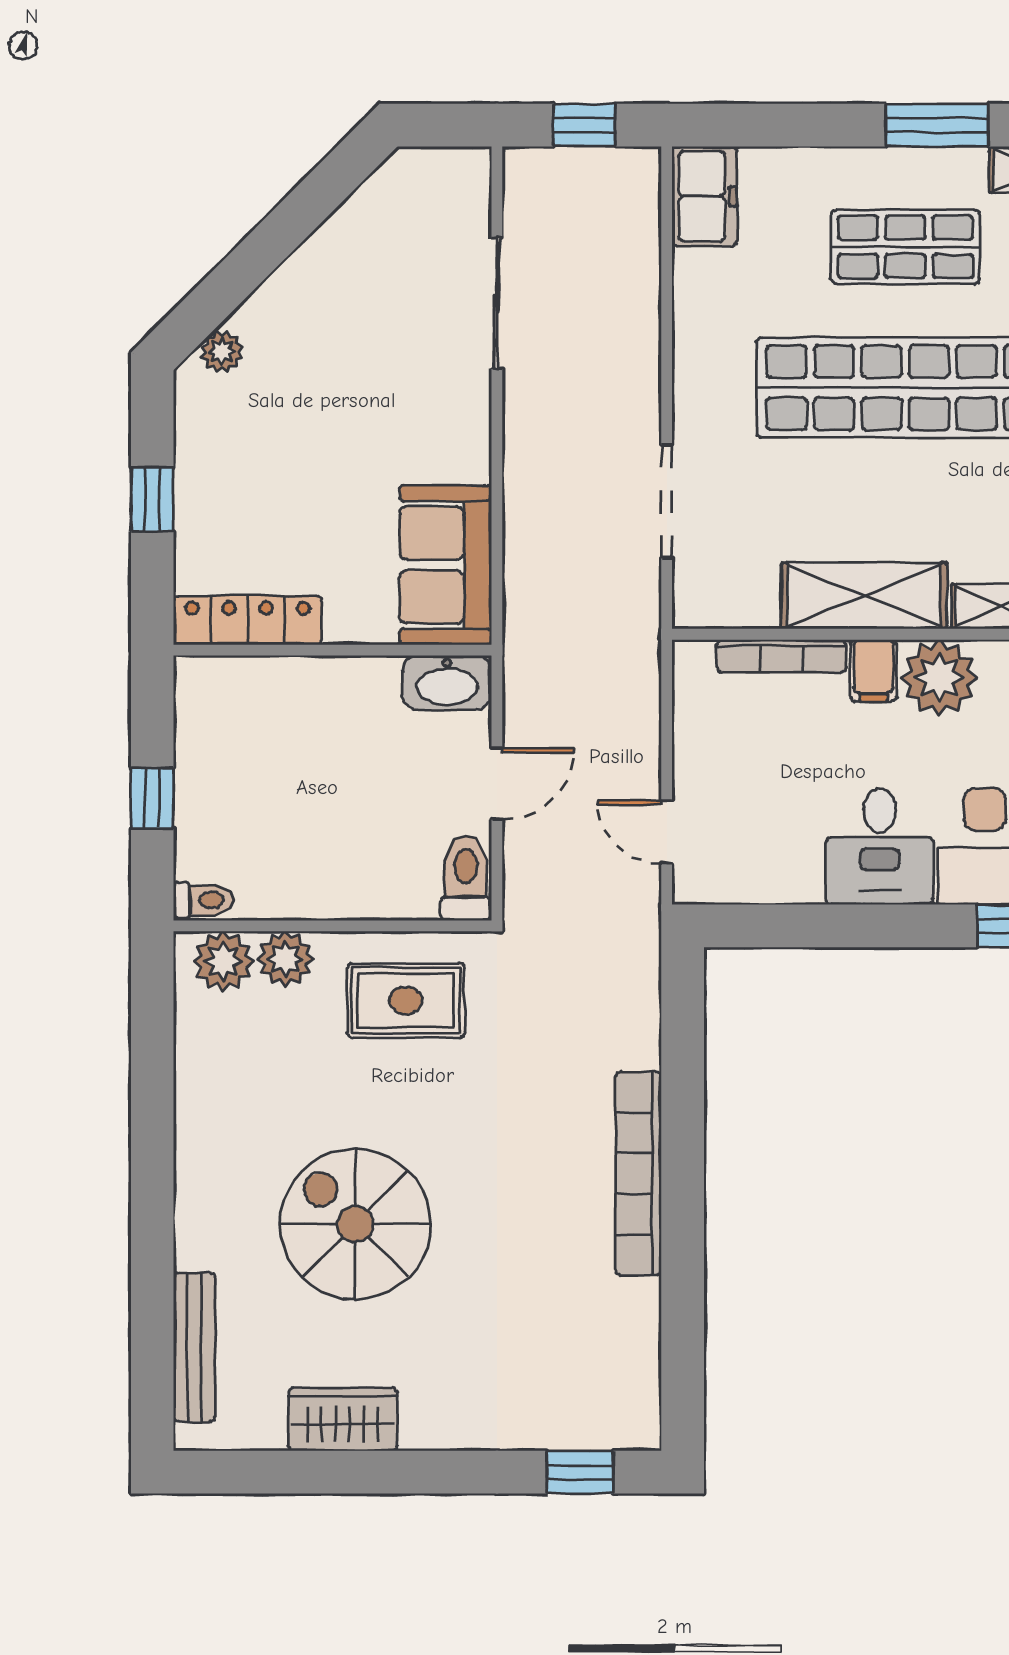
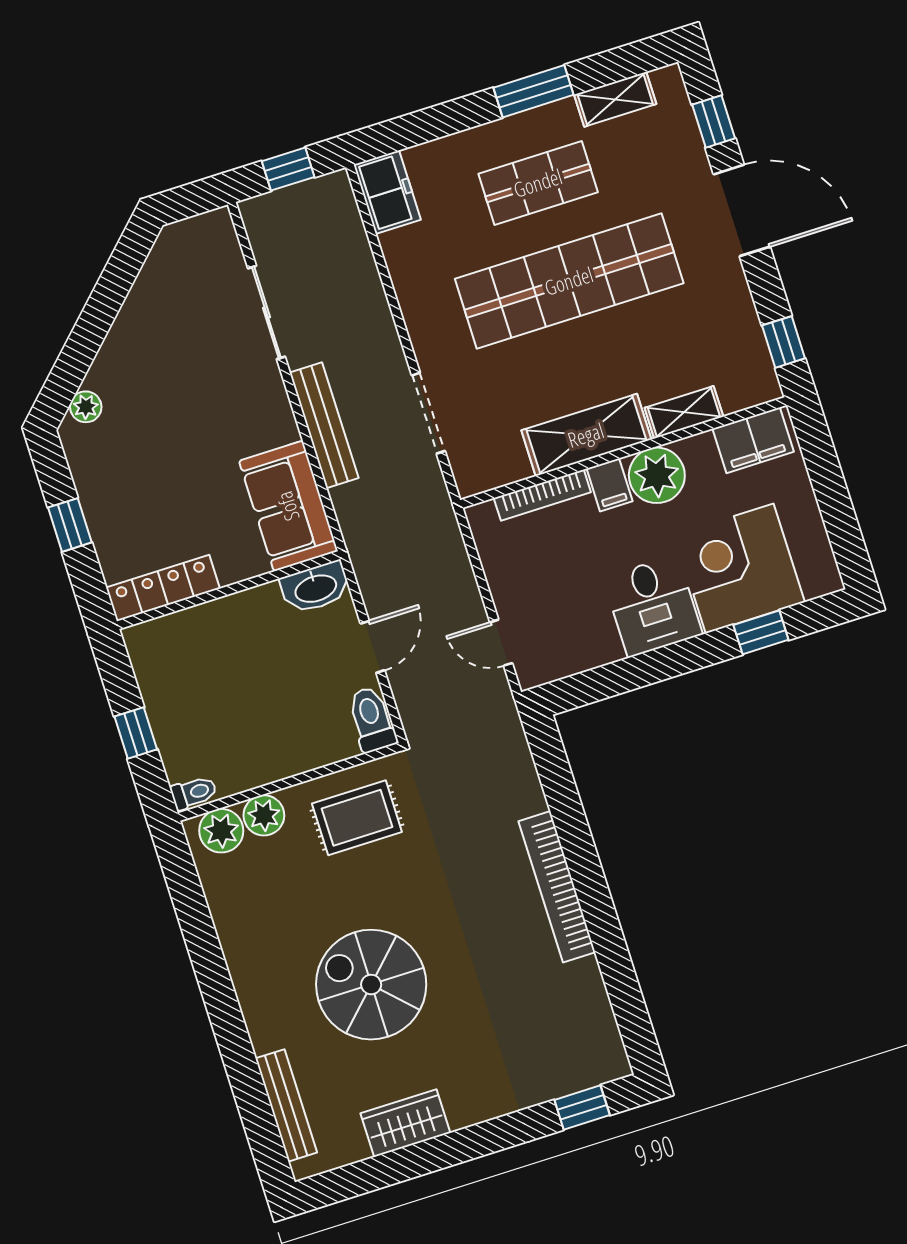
bench: (526, 474) -> (324, 425), added

